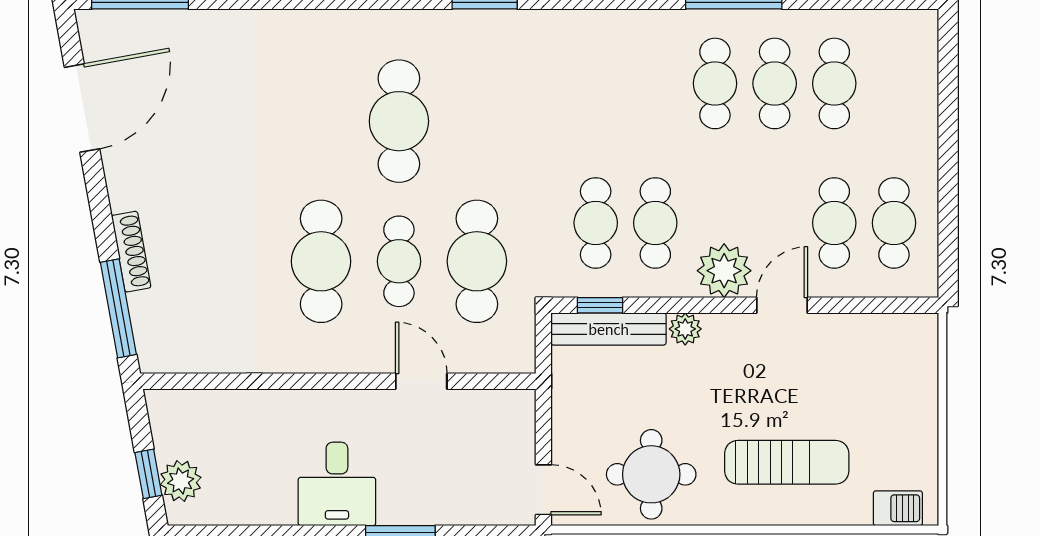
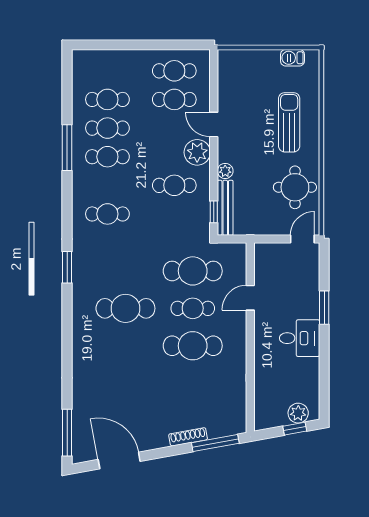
cafe table: (596, 223) -> (107, 214), moved
barbecue: (898, 508) -> (292, 58), moved, turned -90

